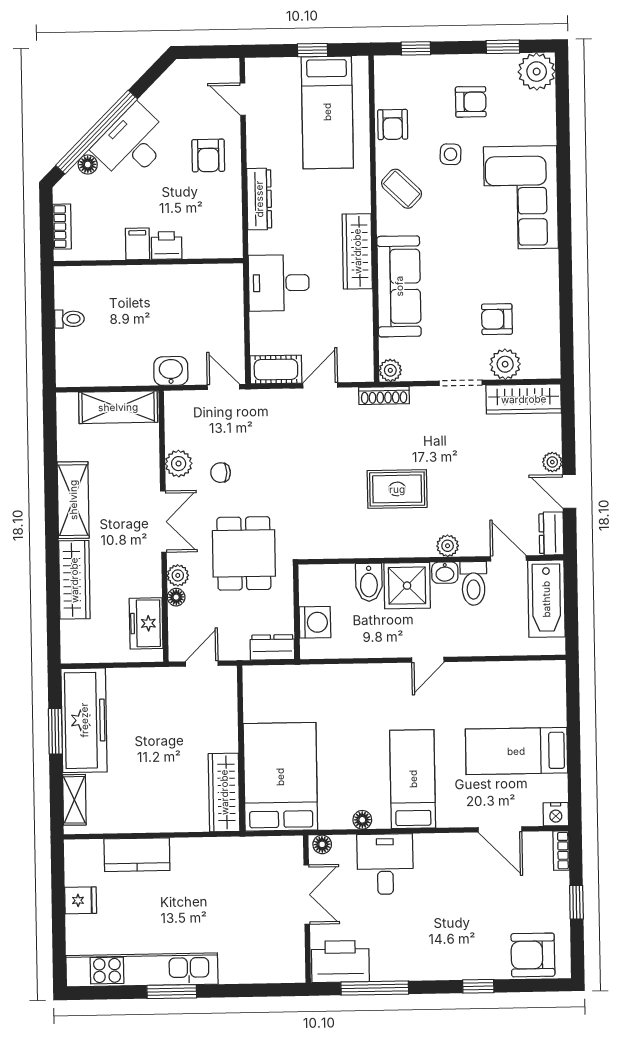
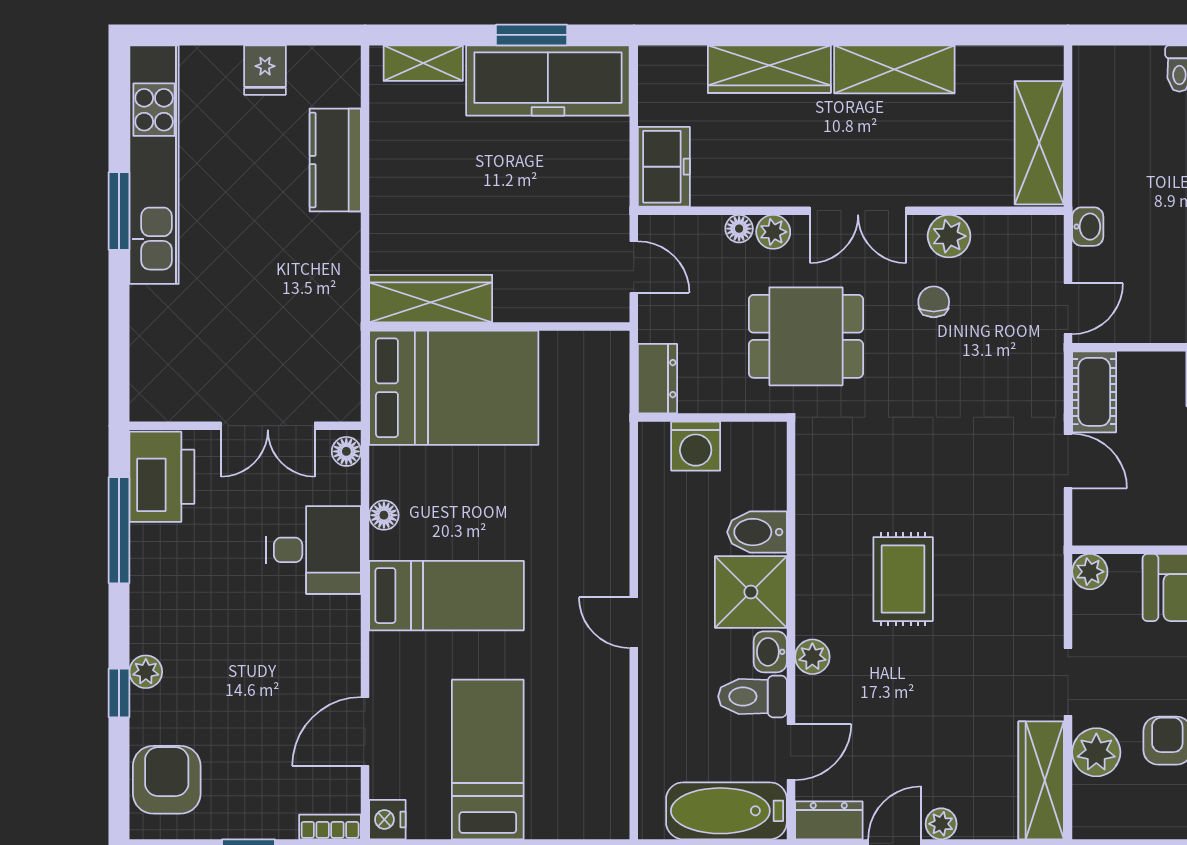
washbasin: (171, 371) -> (1088, 227), width x0.72, depth x0.69
shoe rack: (384, 395) -> (1050, 561), removed
freezer: (146, 623) -> (664, 167), moved, turned 90
plant: (464, 969) -> (146, 672), added

